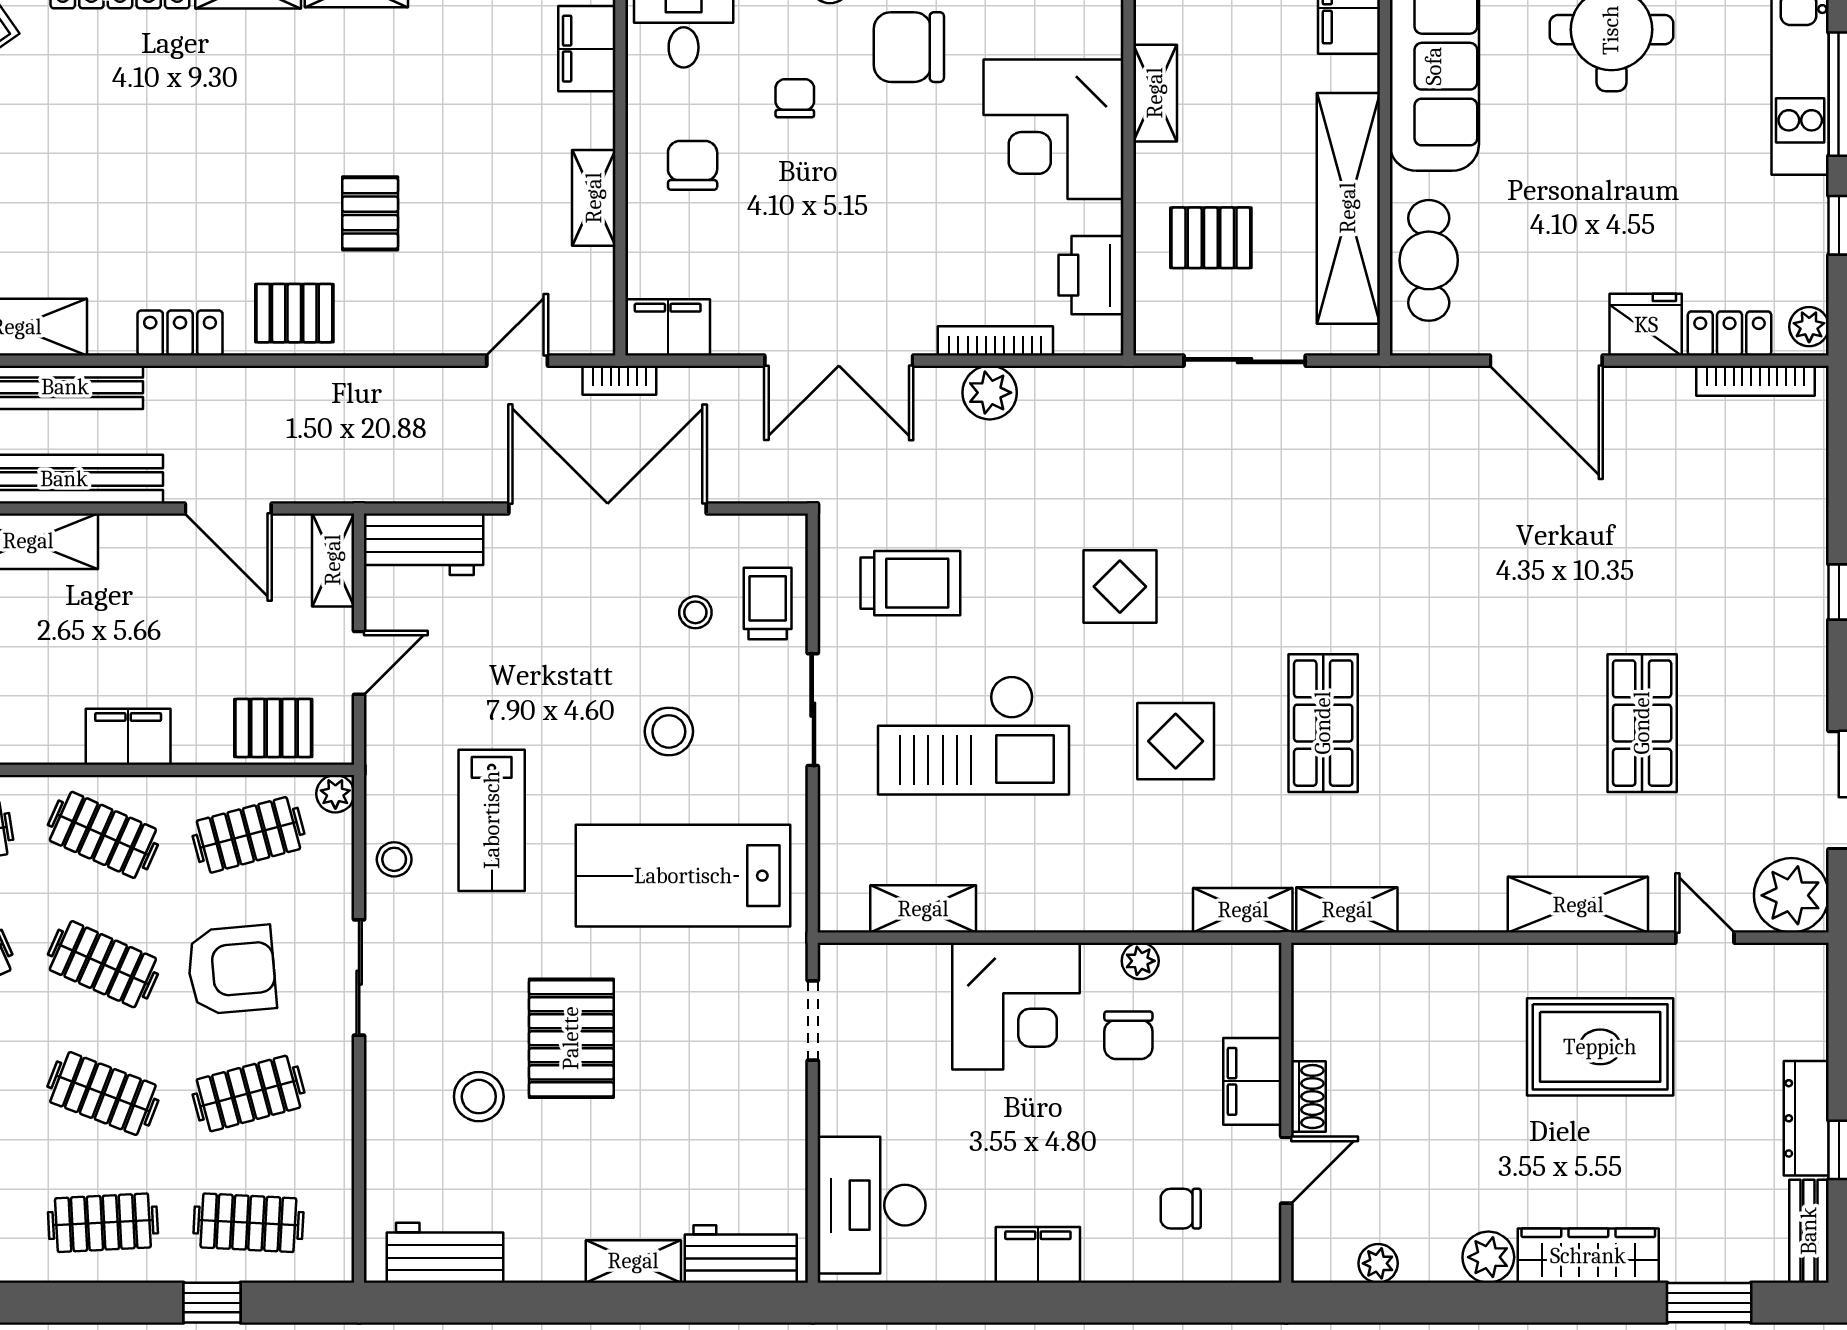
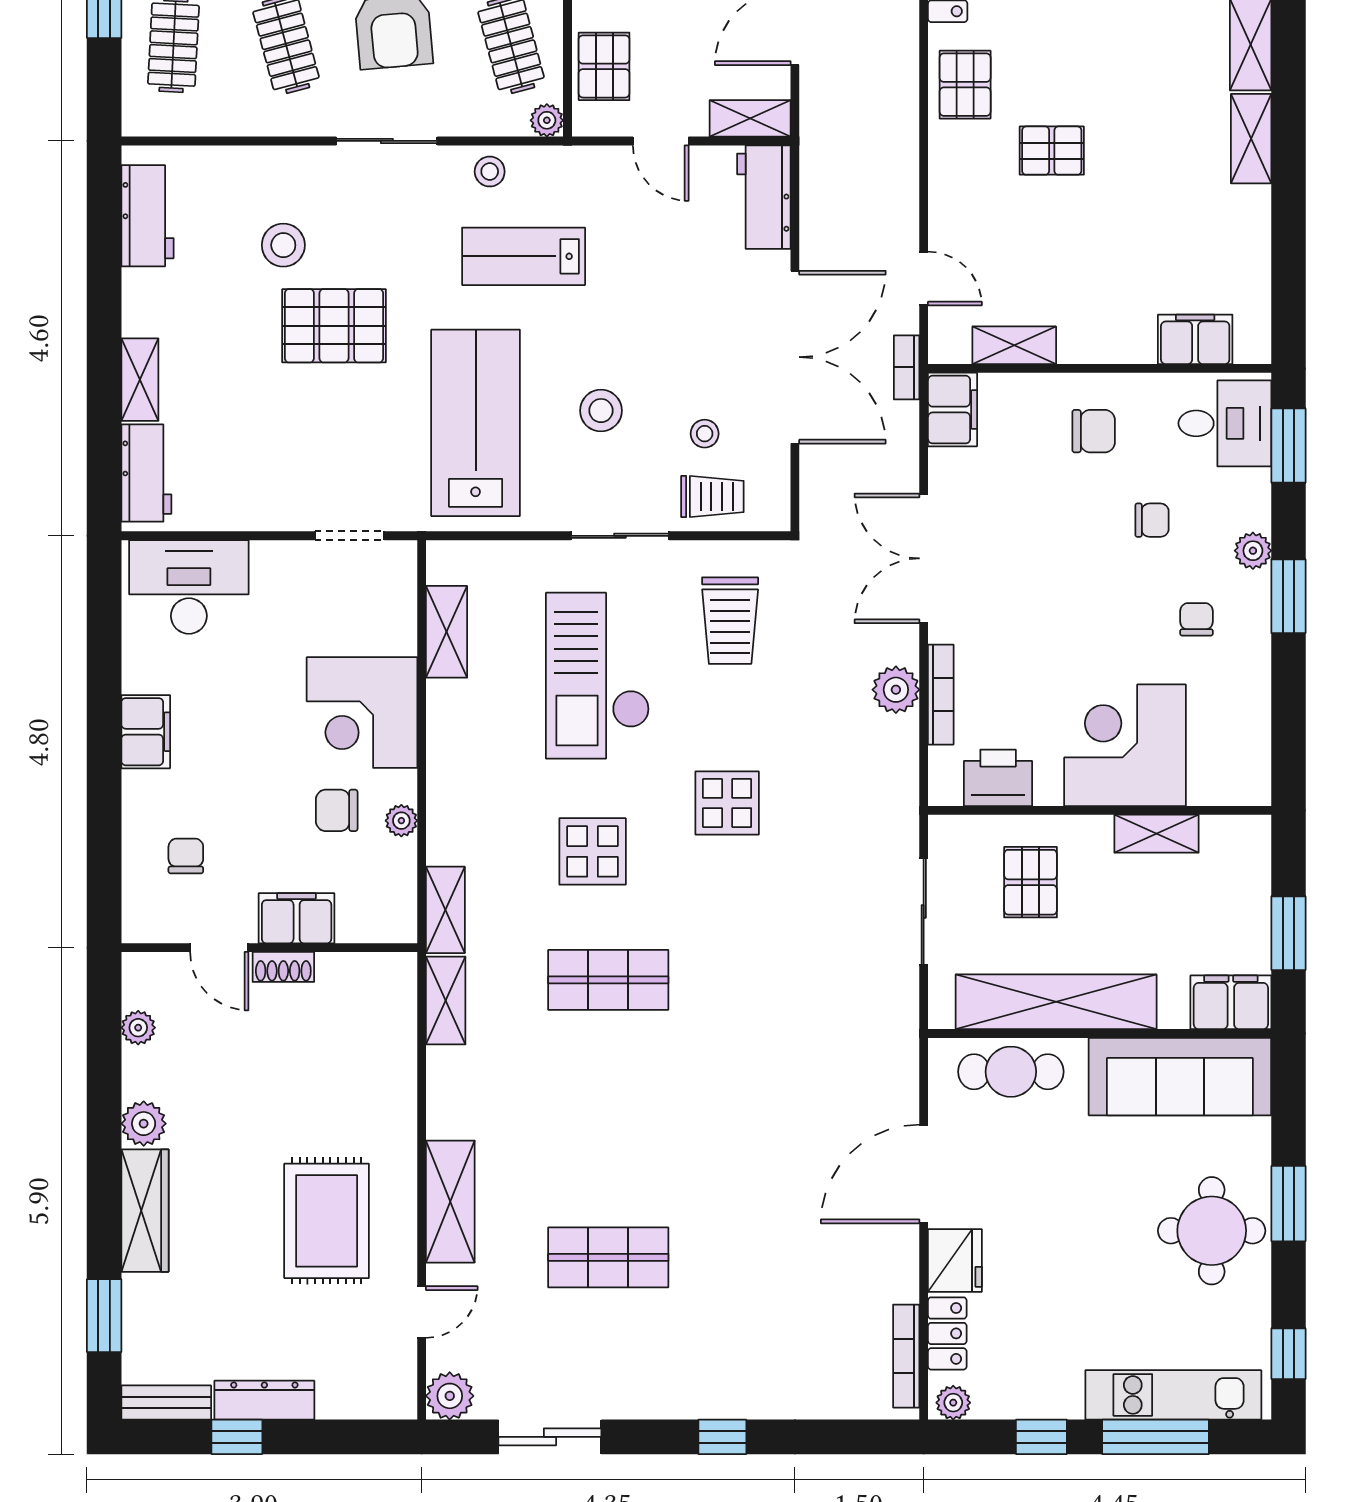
chair: (909, 47) -> (1196, 619), width x0.54, depth x0.54
shelving: (594, 198) -> (1014, 345), moved
plant: (1791, 895) -> (450, 1396), width x0.73, depth x0.73

